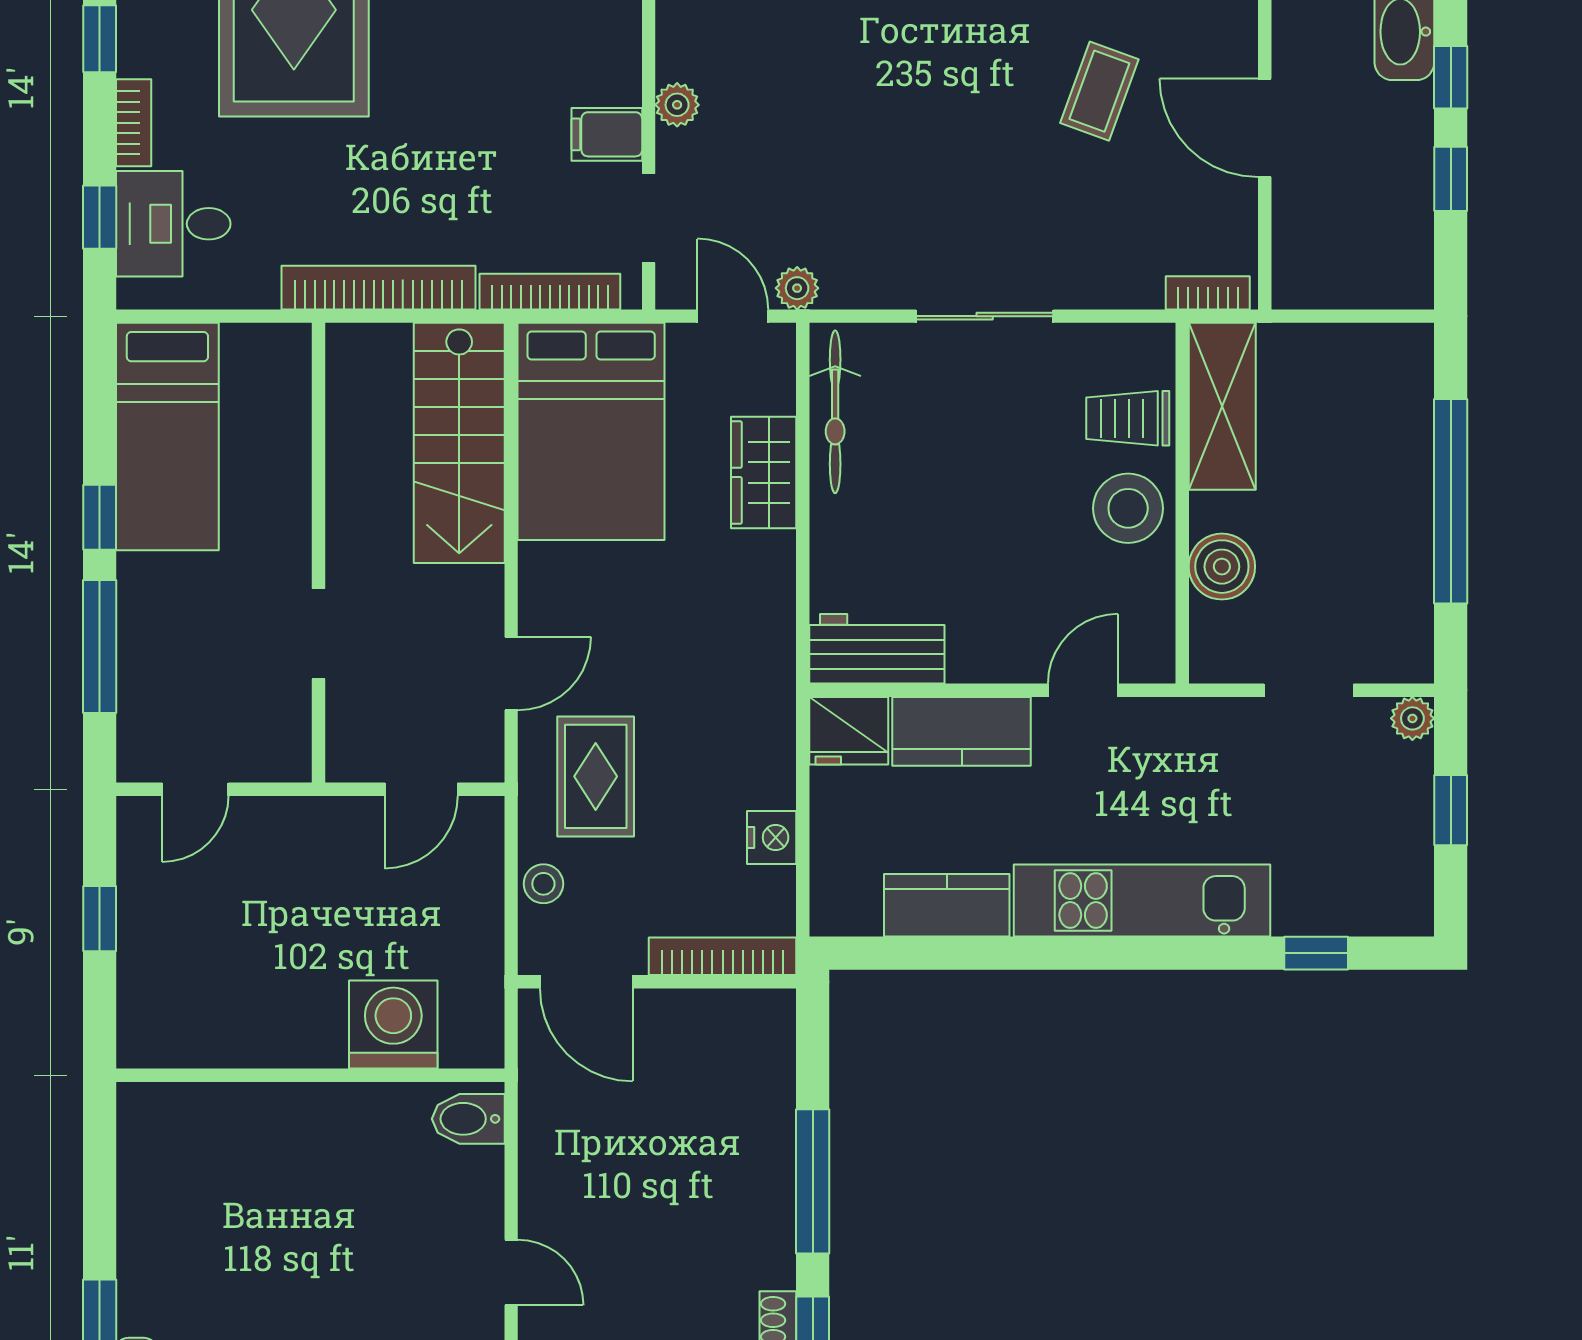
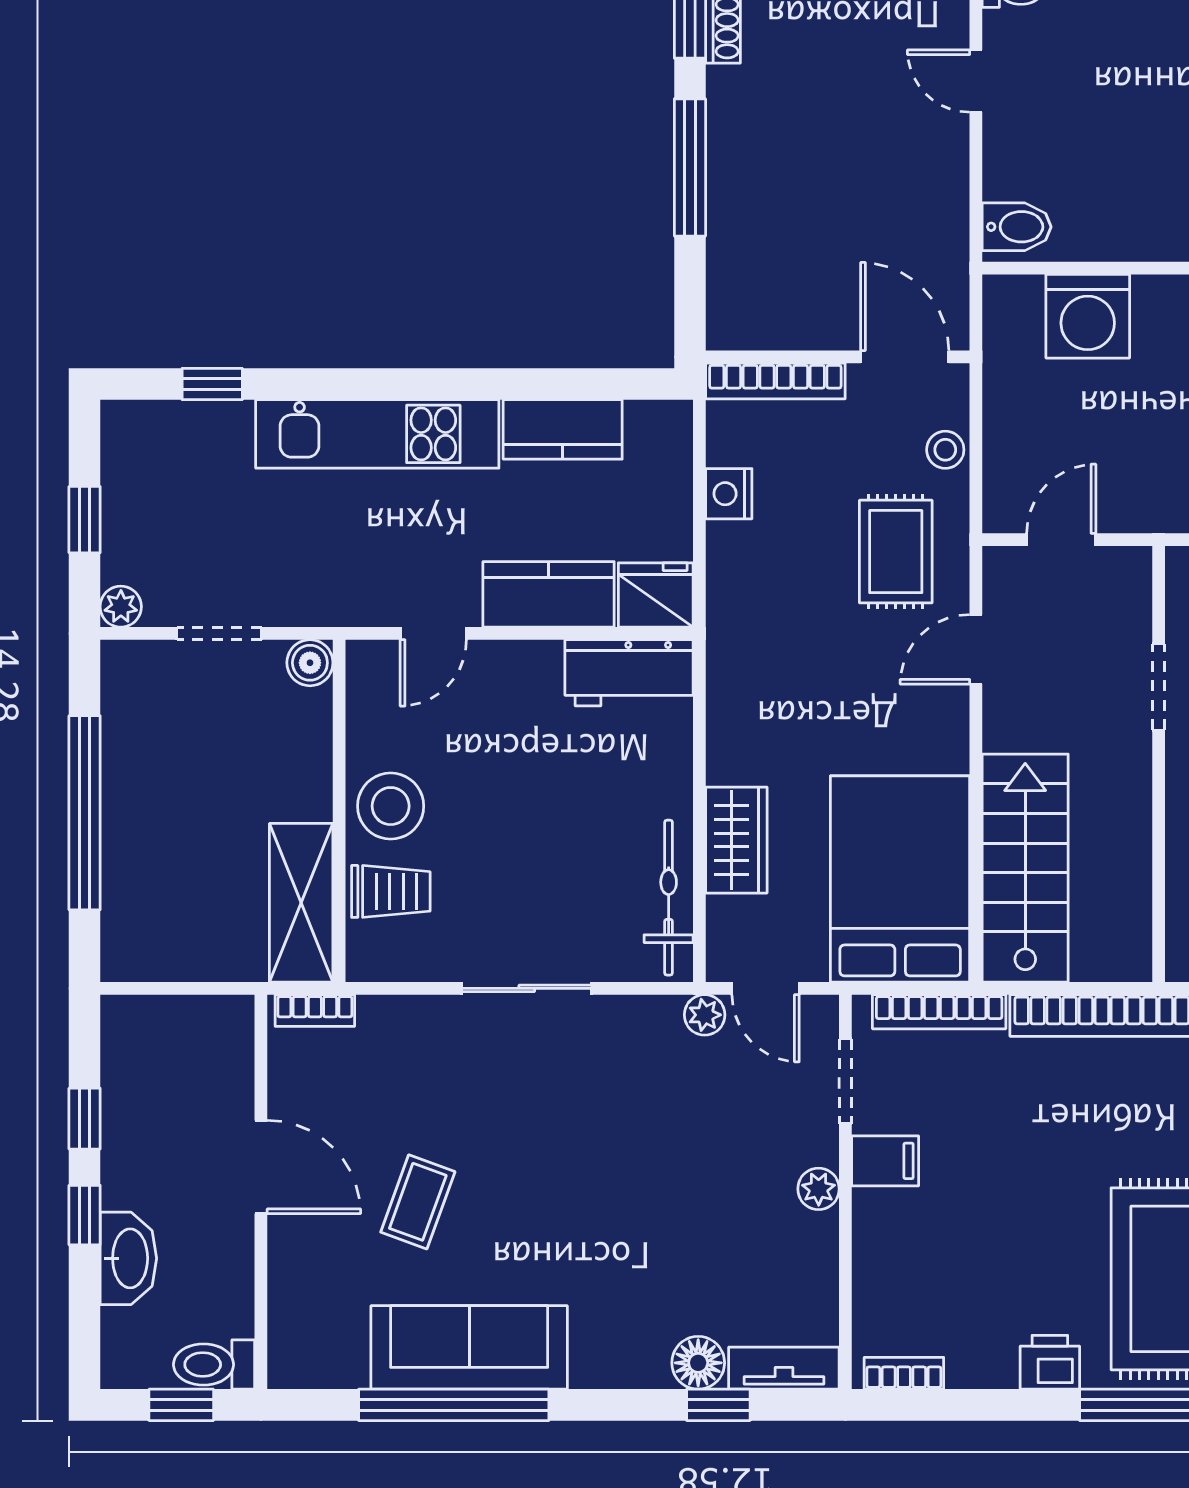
boiler: (1222, 567) -> (310, 663), moved, width x0.73, depth x0.73

